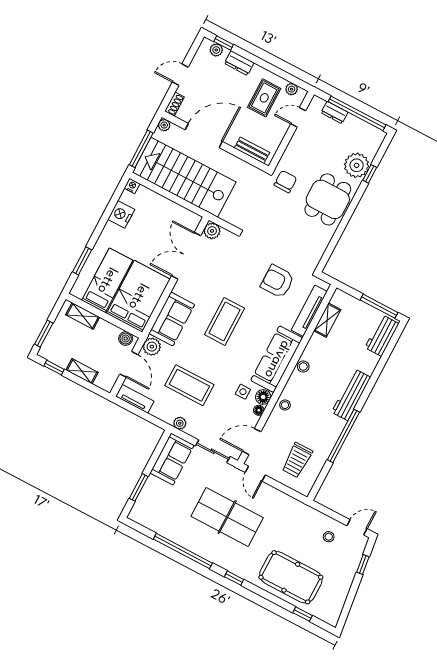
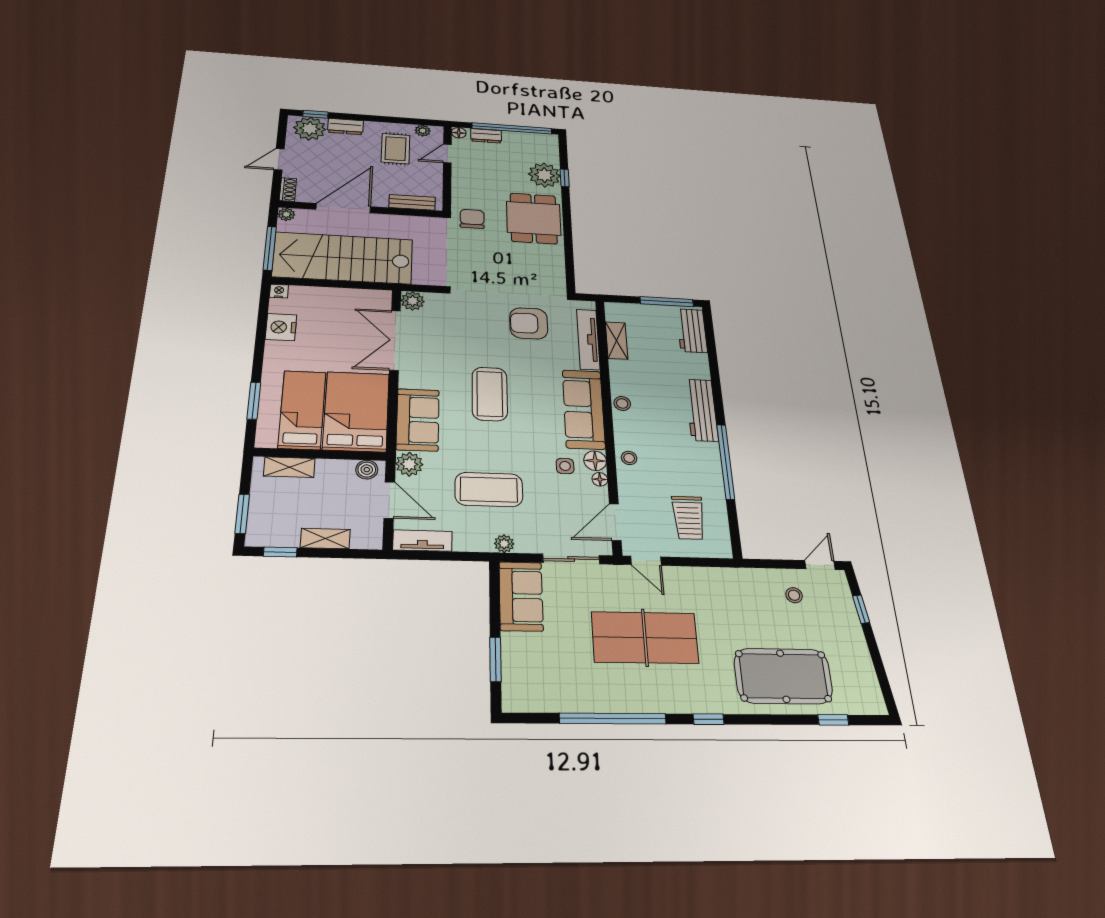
plant: (216, 50) -> (310, 129), width x1.87, depth x1.87
floor lamp: (316, 102) -> (459, 133), added

